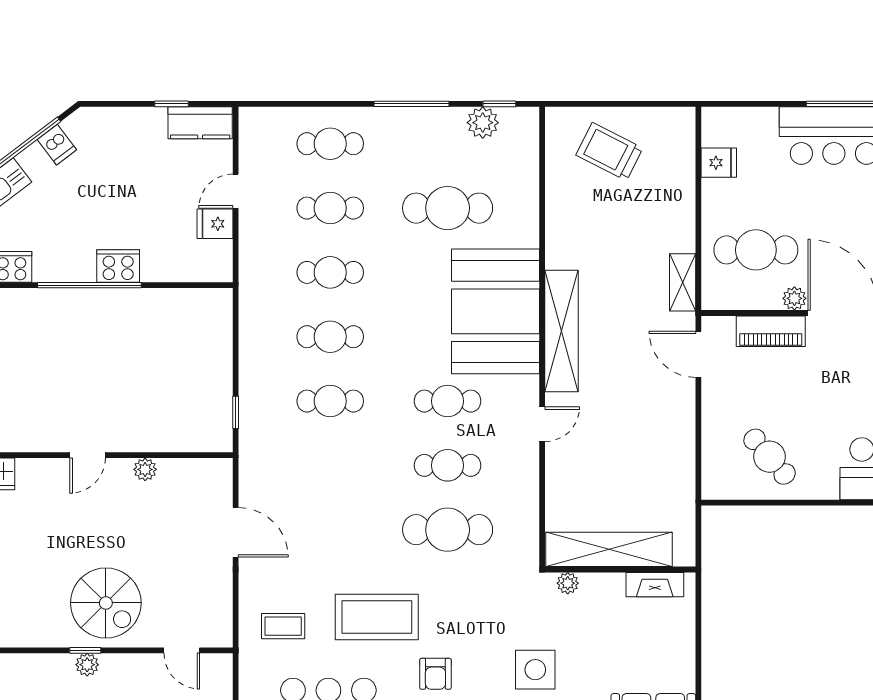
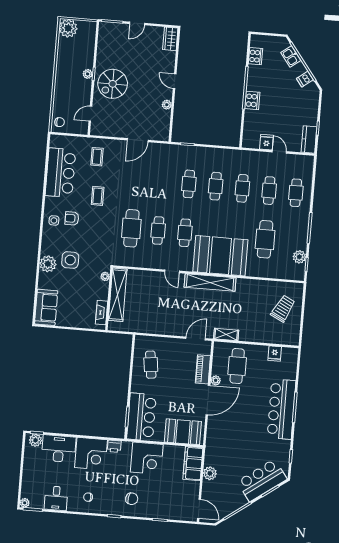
cafe table: (770, 457) -> (151, 365), turned -56
coffee table: (377, 617) -> (98, 196), width x0.54, depth x0.58

